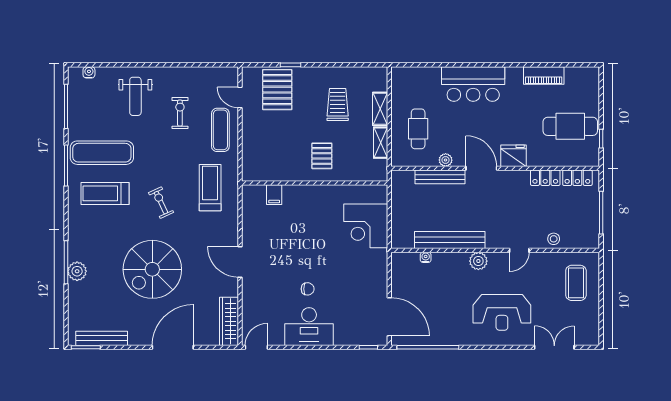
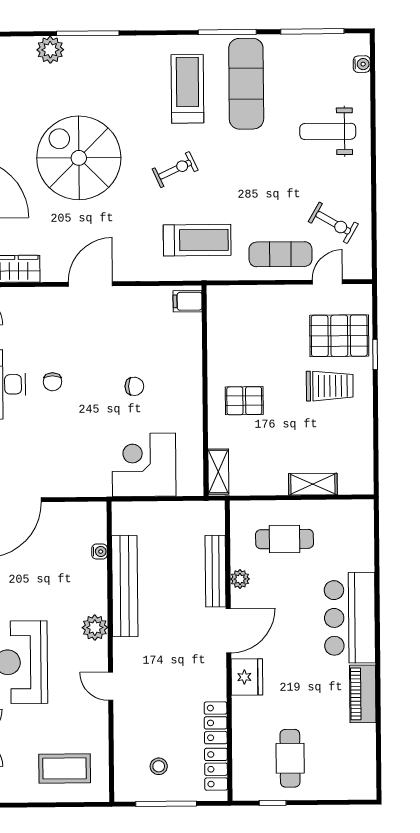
piano: (544, 75) -> (363, 694), moved
trolley: (338, 105) -> (330, 386), moved
exercise bike: (180, 113) -> (333, 223), moved, turned 30
cafe table: (570, 126) -> (290, 758), width x0.73, depth x0.74
shelving: (381, 143) -> (218, 472), moved, turned 90
filing cabinet: (274, 195) -> (188, 301), moved
chair: (311, 232) -> (134, 386), added
stool: (554, 239) -> (159, 766), moved
plant: (77, 271) -> (50, 50), moved

